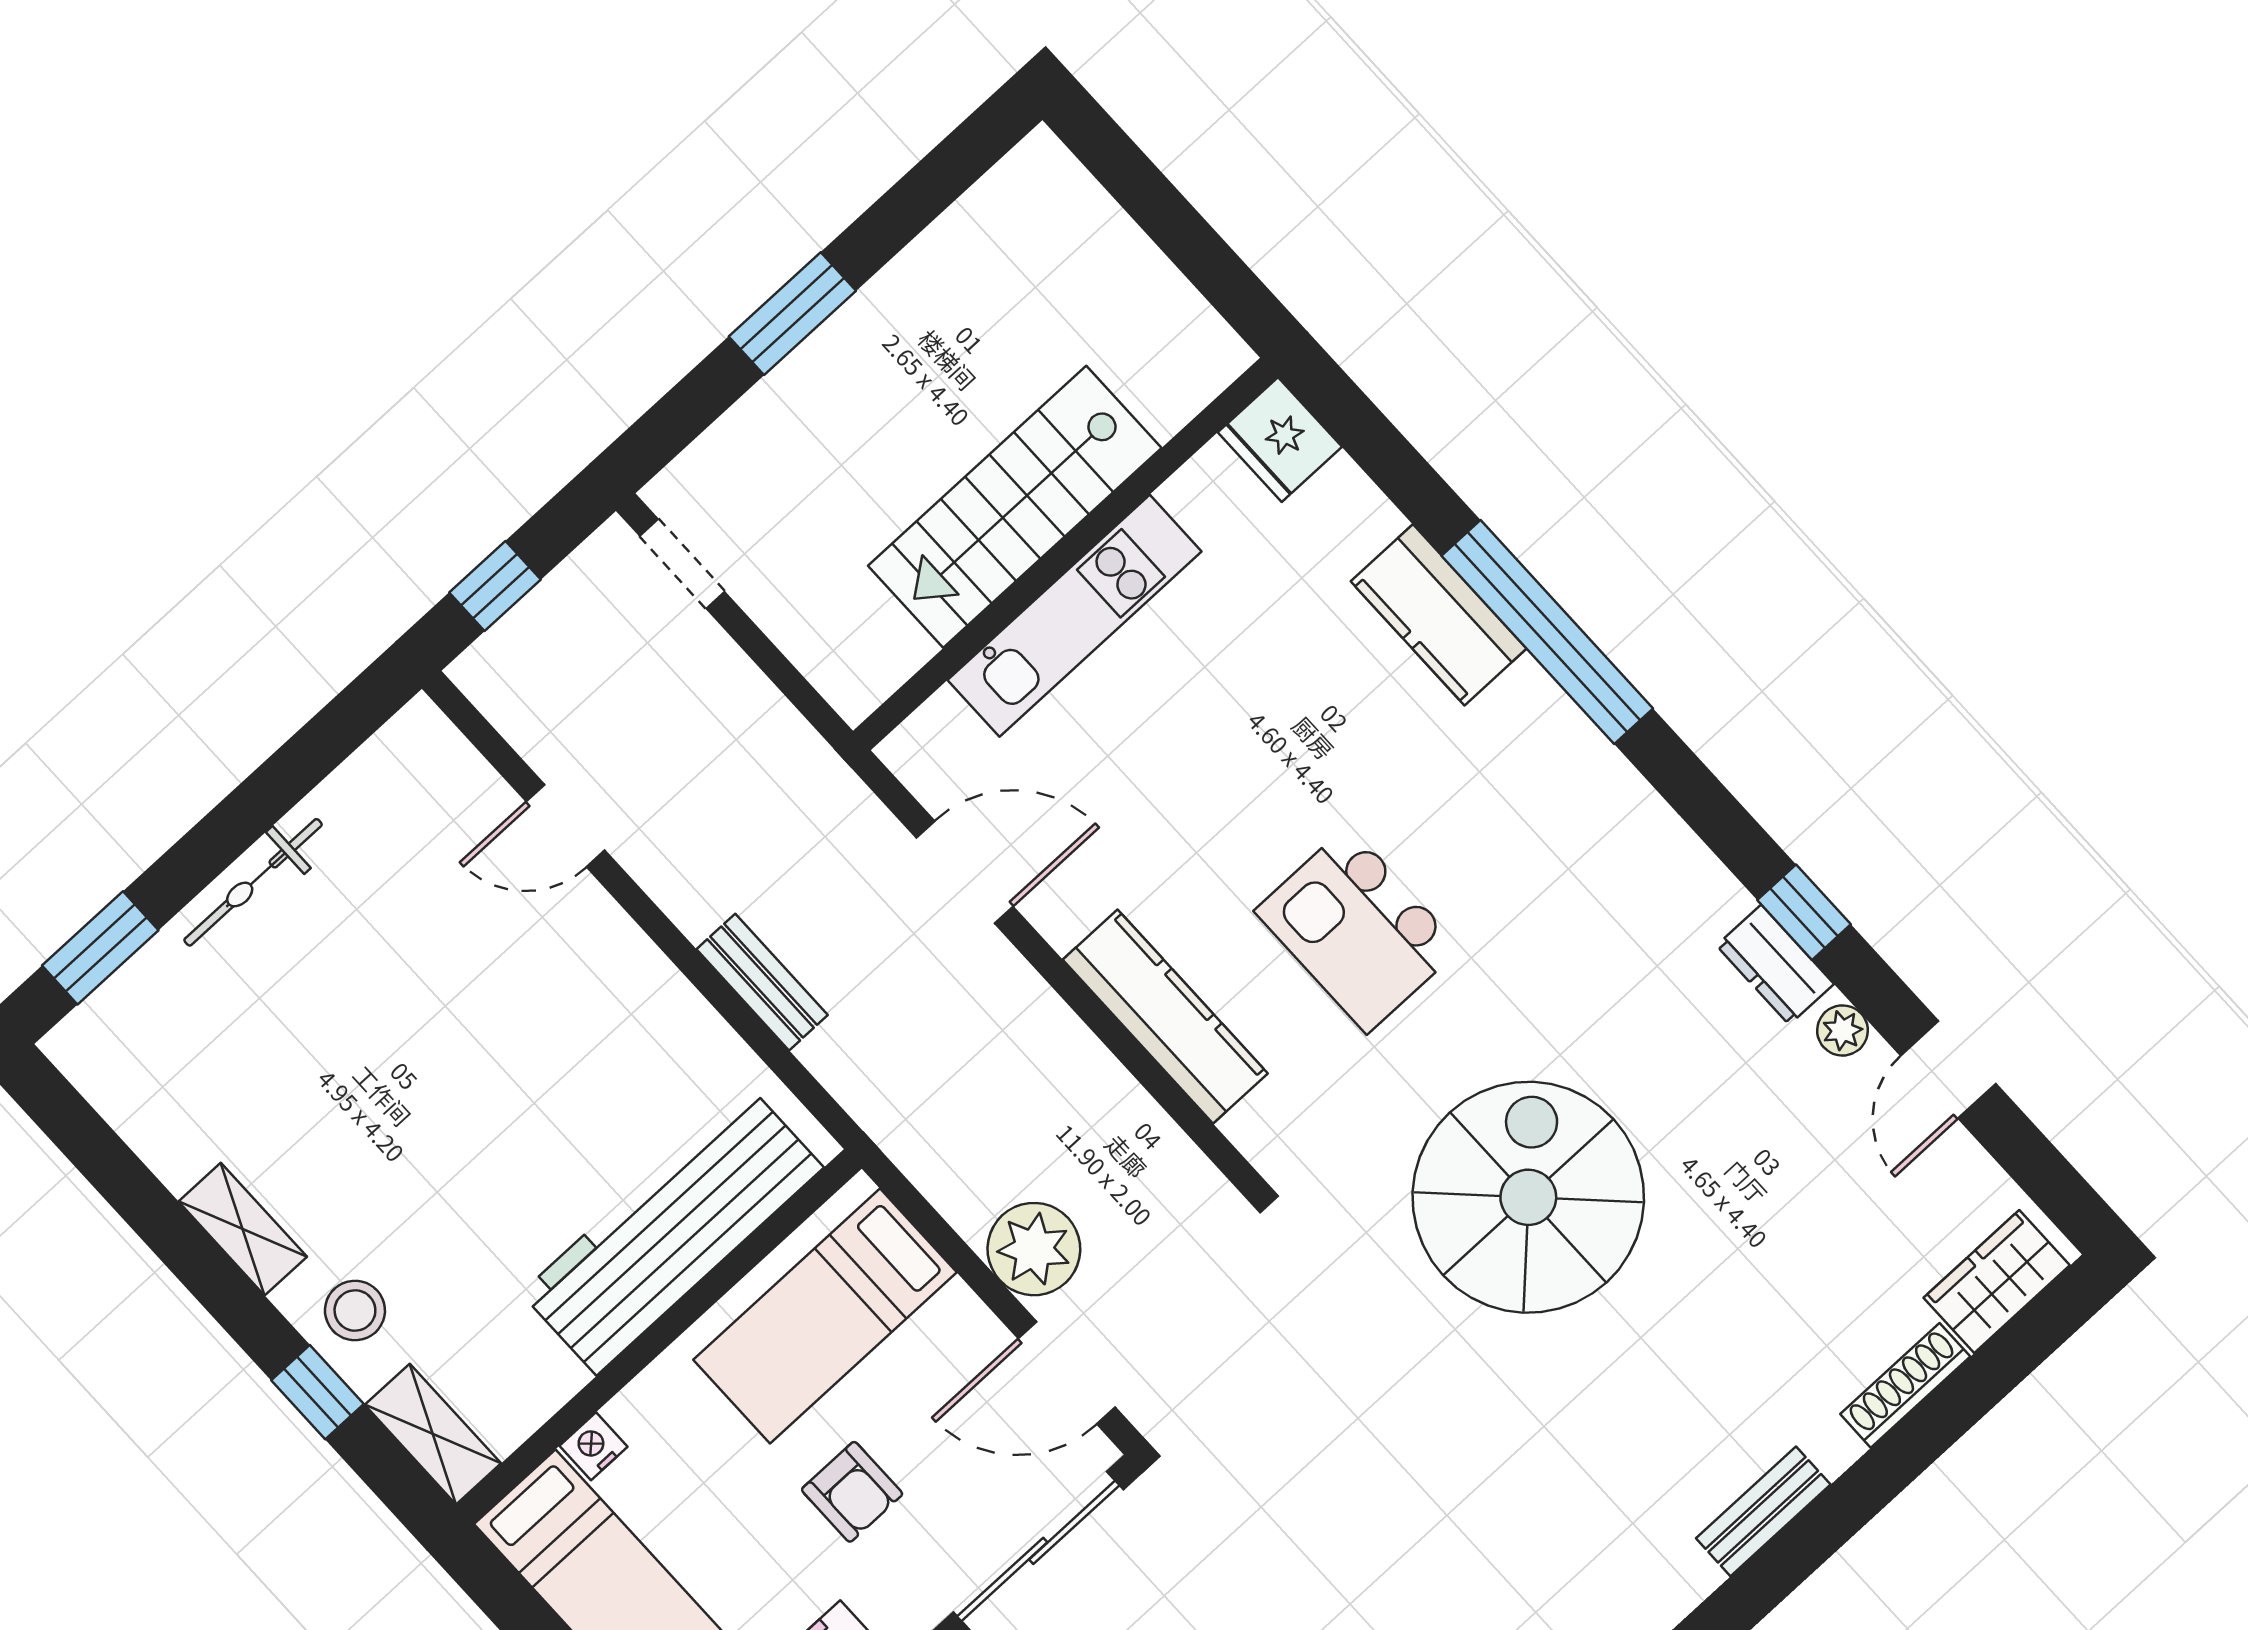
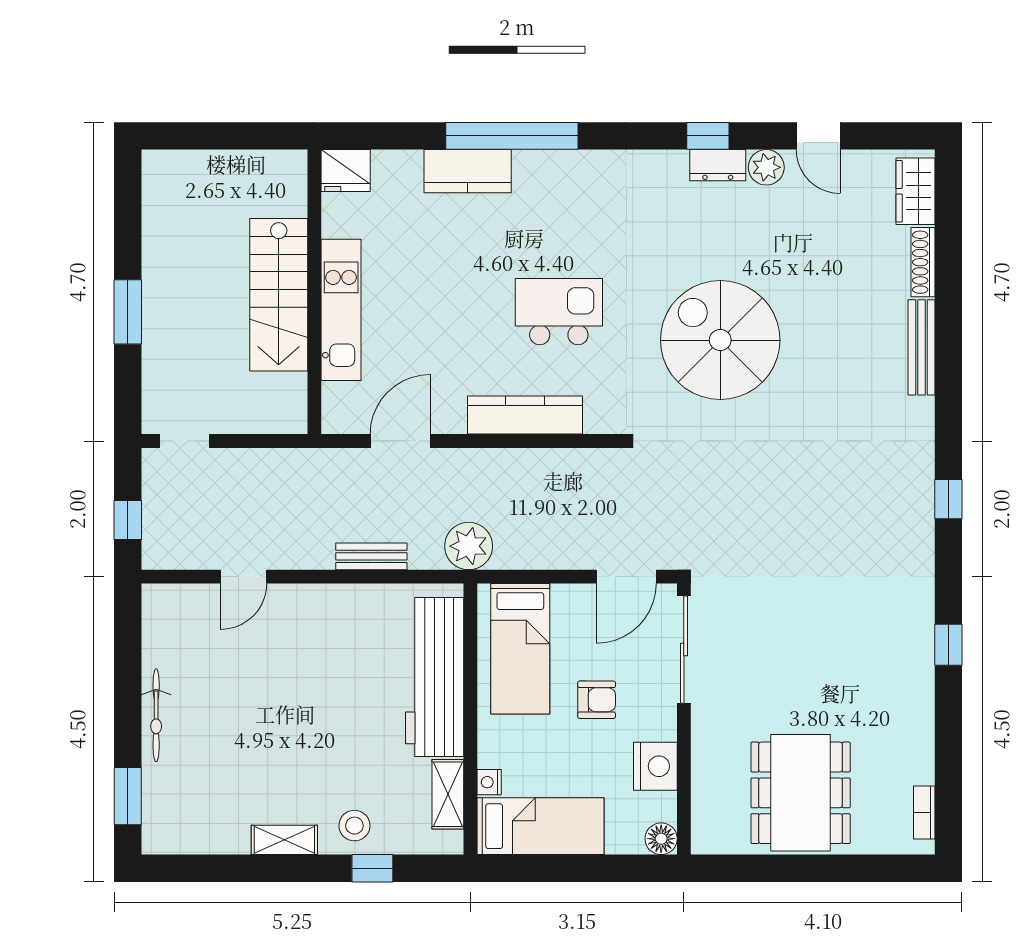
kitchen island: (1358, 929) -> (559, 312), turned 180
plant: (1843, 1030) -> (766, 167), width x1.38, depth x1.38
plant: (1034, 1249) -> (469, 546), moved
shelving: (433, 1434) -> (448, 794), moved, turned 90
bench: (1763, 1511) -> (921, 347), width x1.36

